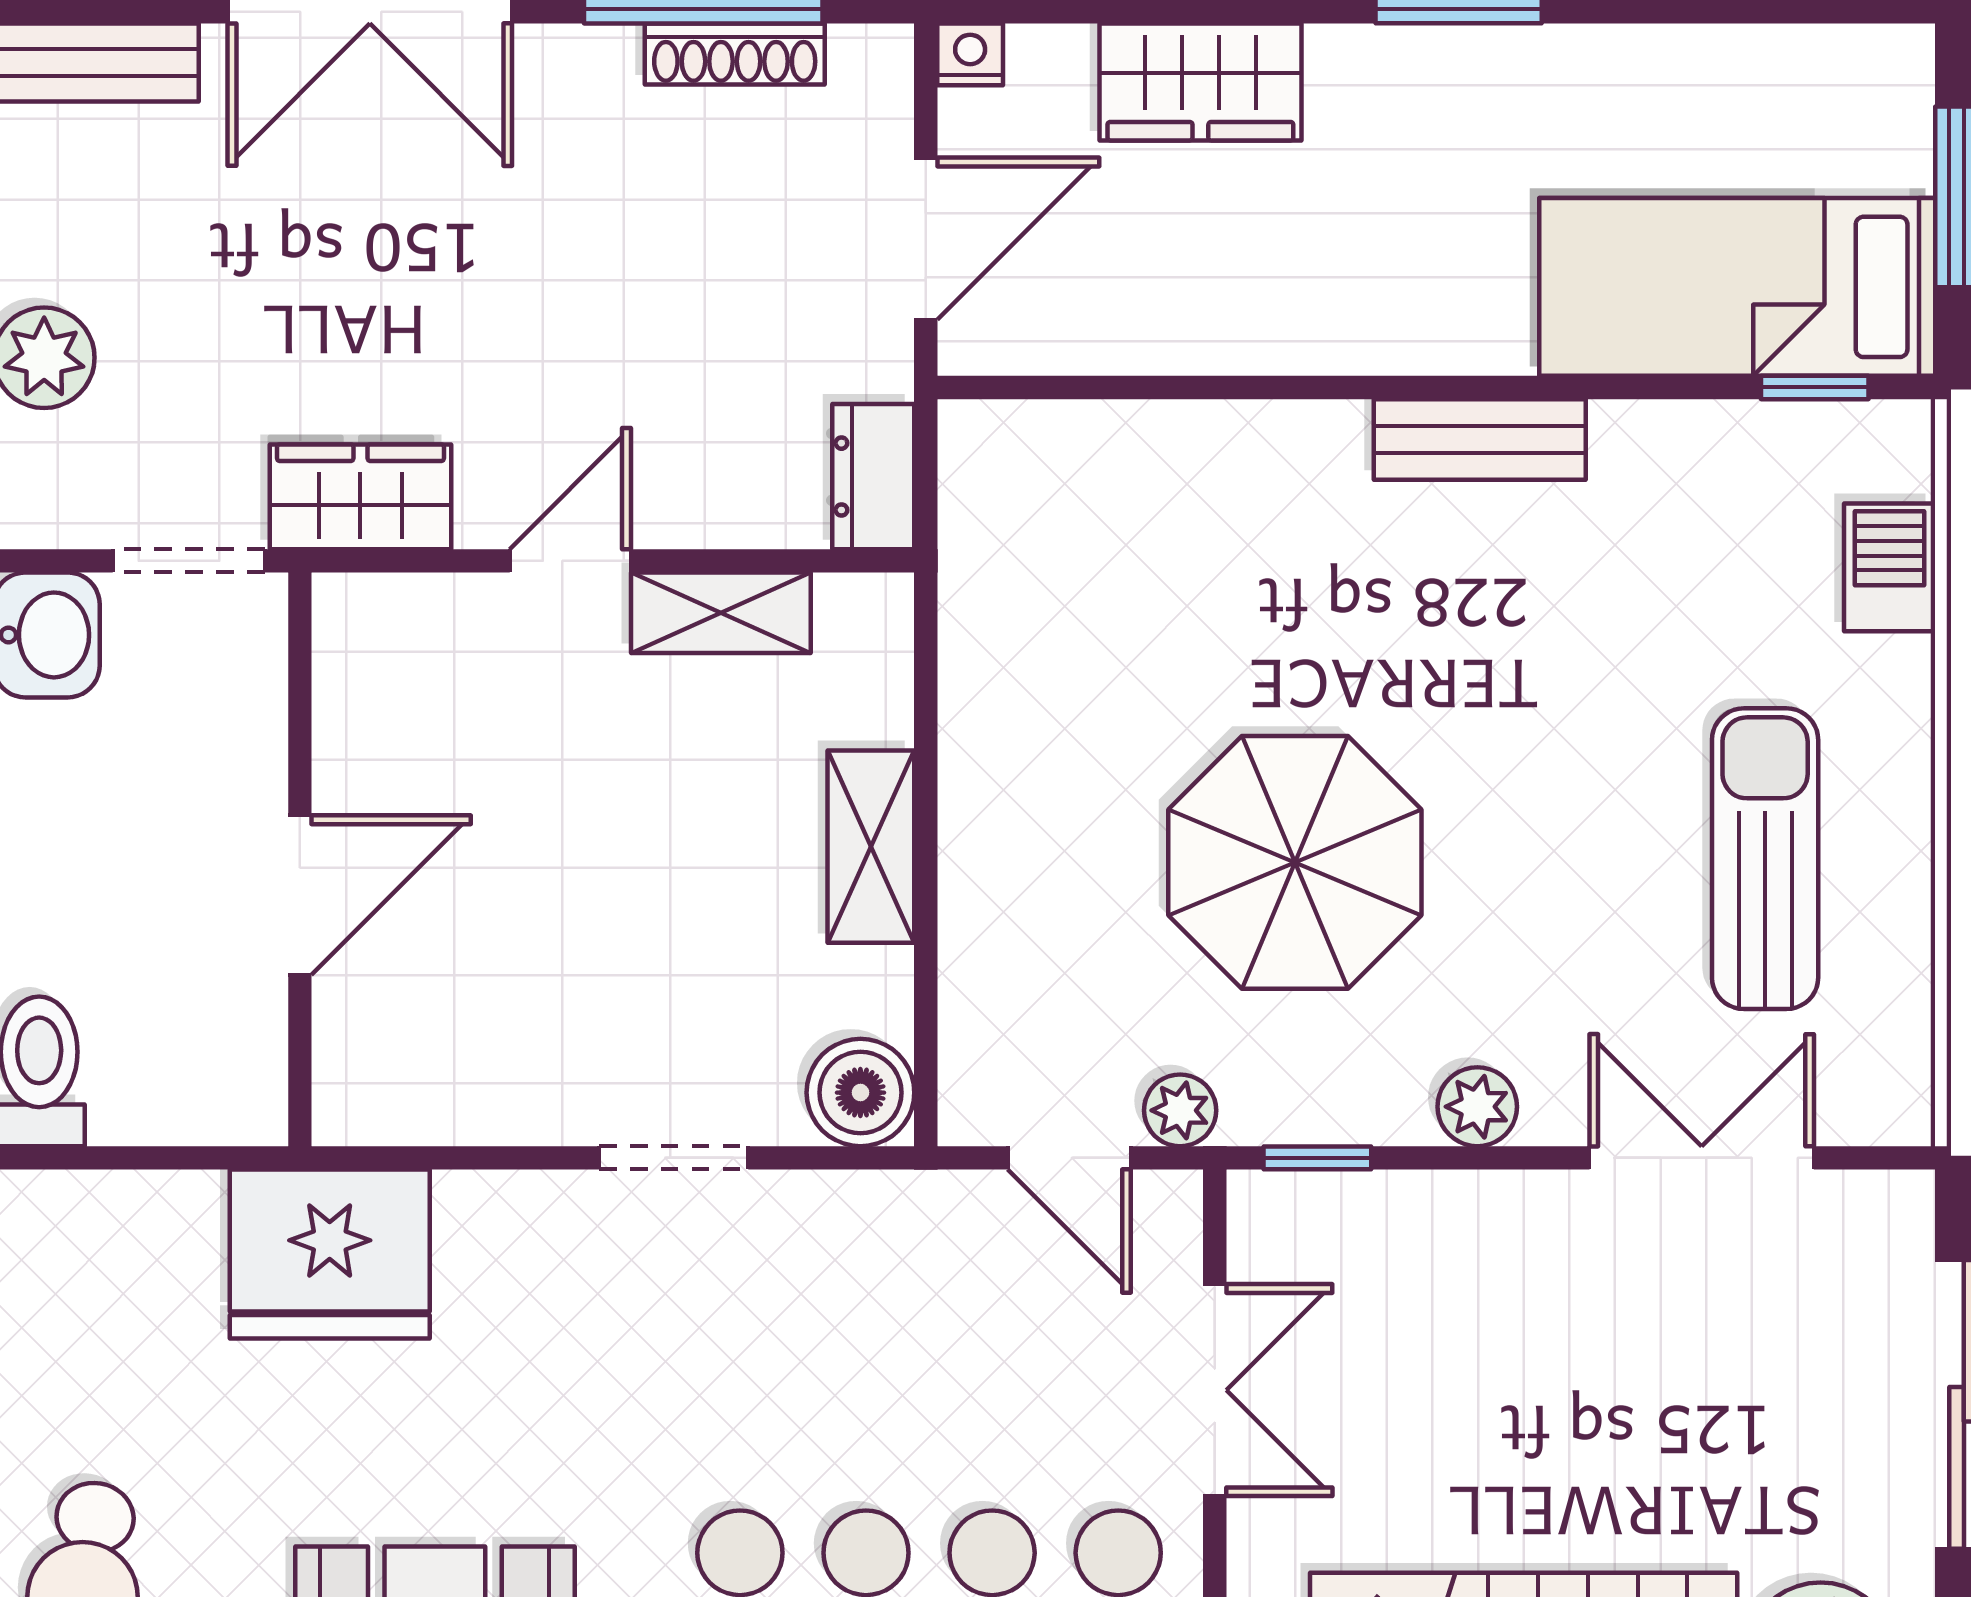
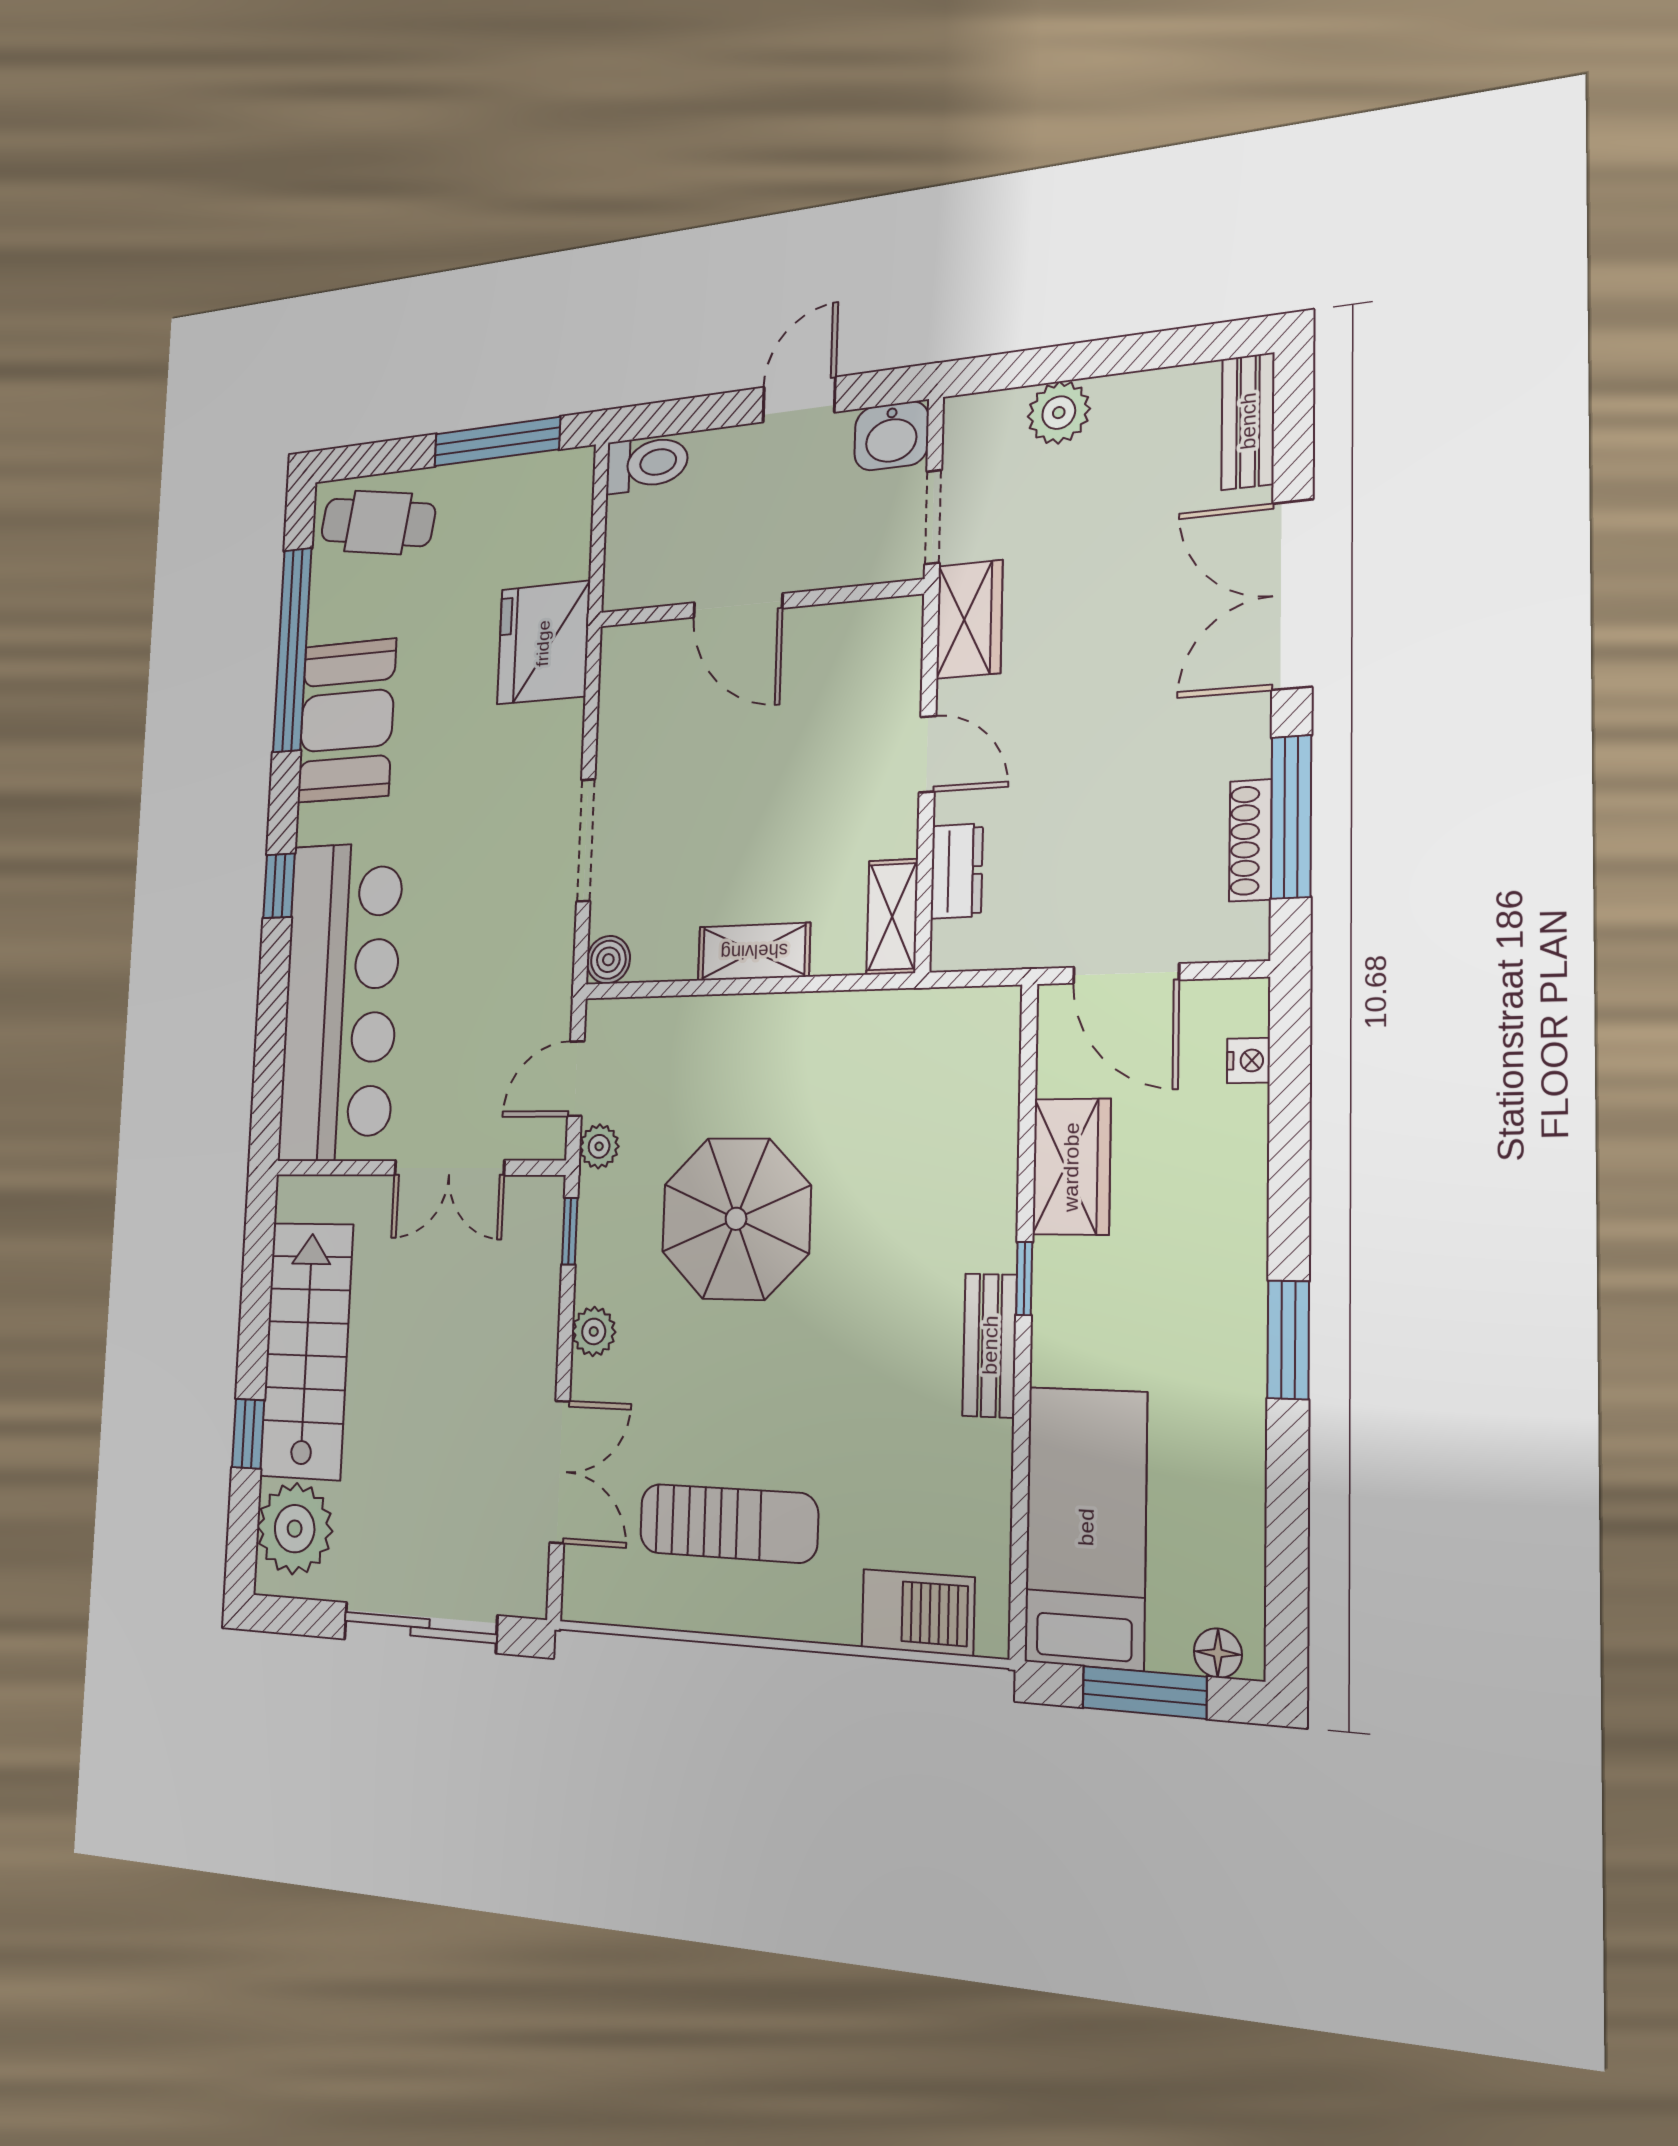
nightstand: (970, 54) -> (1248, 1061), moved
wardrobe: (1200, 82) -> (1071, 1167), moved, turned 180
floor lamp: (1901, 91) -> (1218, 1653), added
window: (1815, 387) -> (1024, 1278), moved
dresser: (873, 477) -> (957, 871), moved, turned 90
barbecue: (1890, 567) -> (918, 1612), width x1.38, depth x1.27
shelving: (721, 613) -> (892, 917), moved
boiler: (860, 1093) -> (608, 960), width x0.73, depth x0.73
doorway: (674, 1158) -> (586, 840), width x1.38

